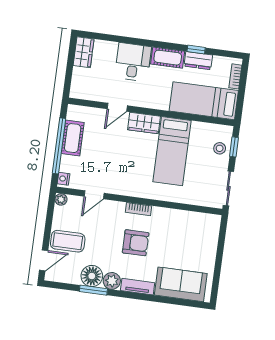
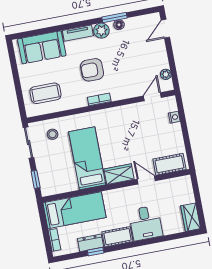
door: (117, 107) -> (146, 180), hinge flipped
cot: (73, 138) -> (169, 164), moved, turned 90
window: (59, 146) -> (185, 131), removed
stool: (220, 148) -> (53, 134), moved
nightstand: (63, 179) -> (174, 117), moved
door: (94, 195) -> (152, 97), moved
plant: (61, 199) -> (166, 74), moved
coffee table: (68, 241) -> (45, 93), moved
floor lamp: (92, 276) -> (119, 25), width x0.53, depth x0.53

